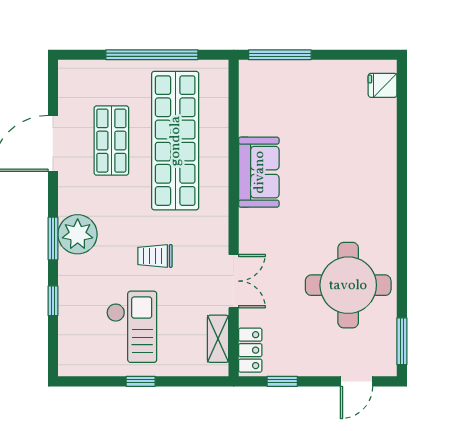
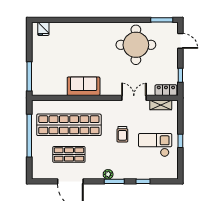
plant: (78, 234) -> (108, 174), width x0.53, depth x0.53

